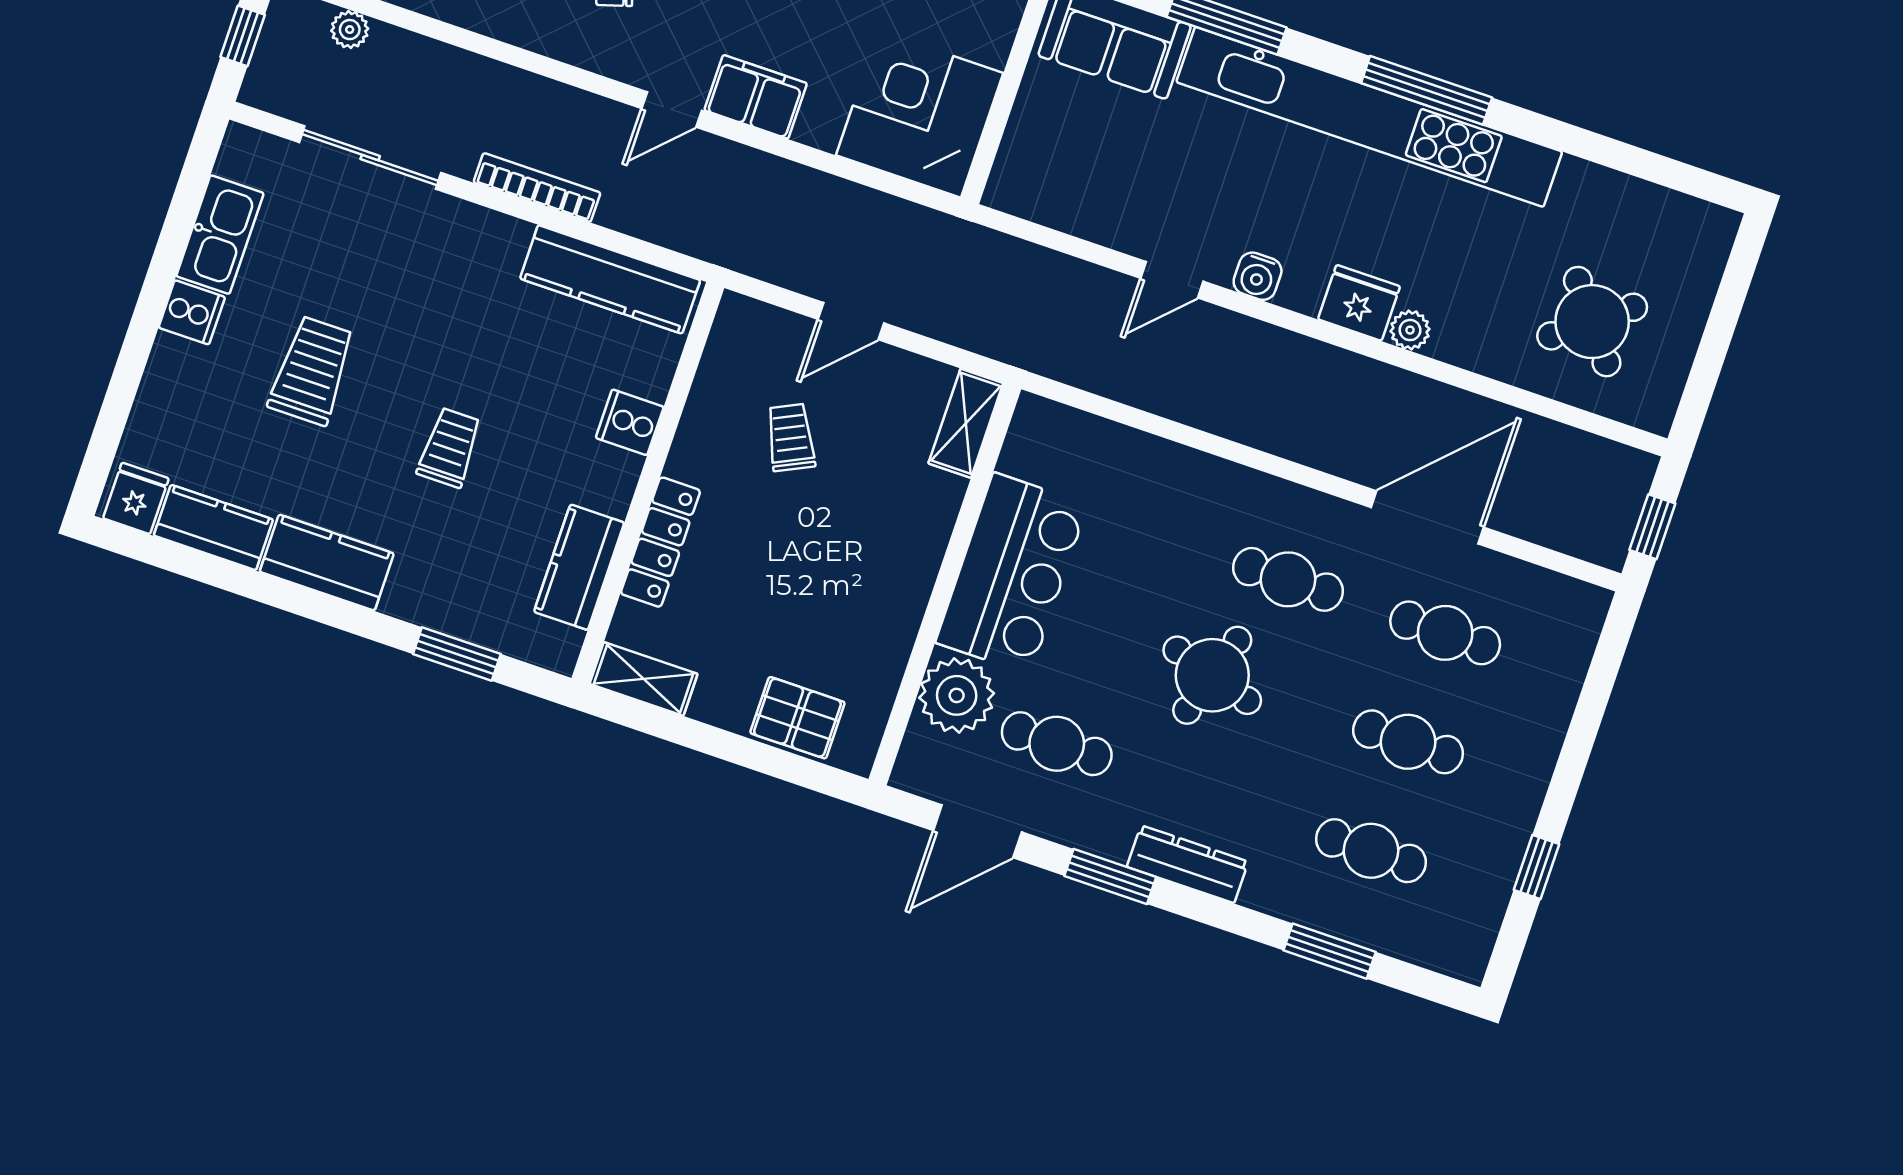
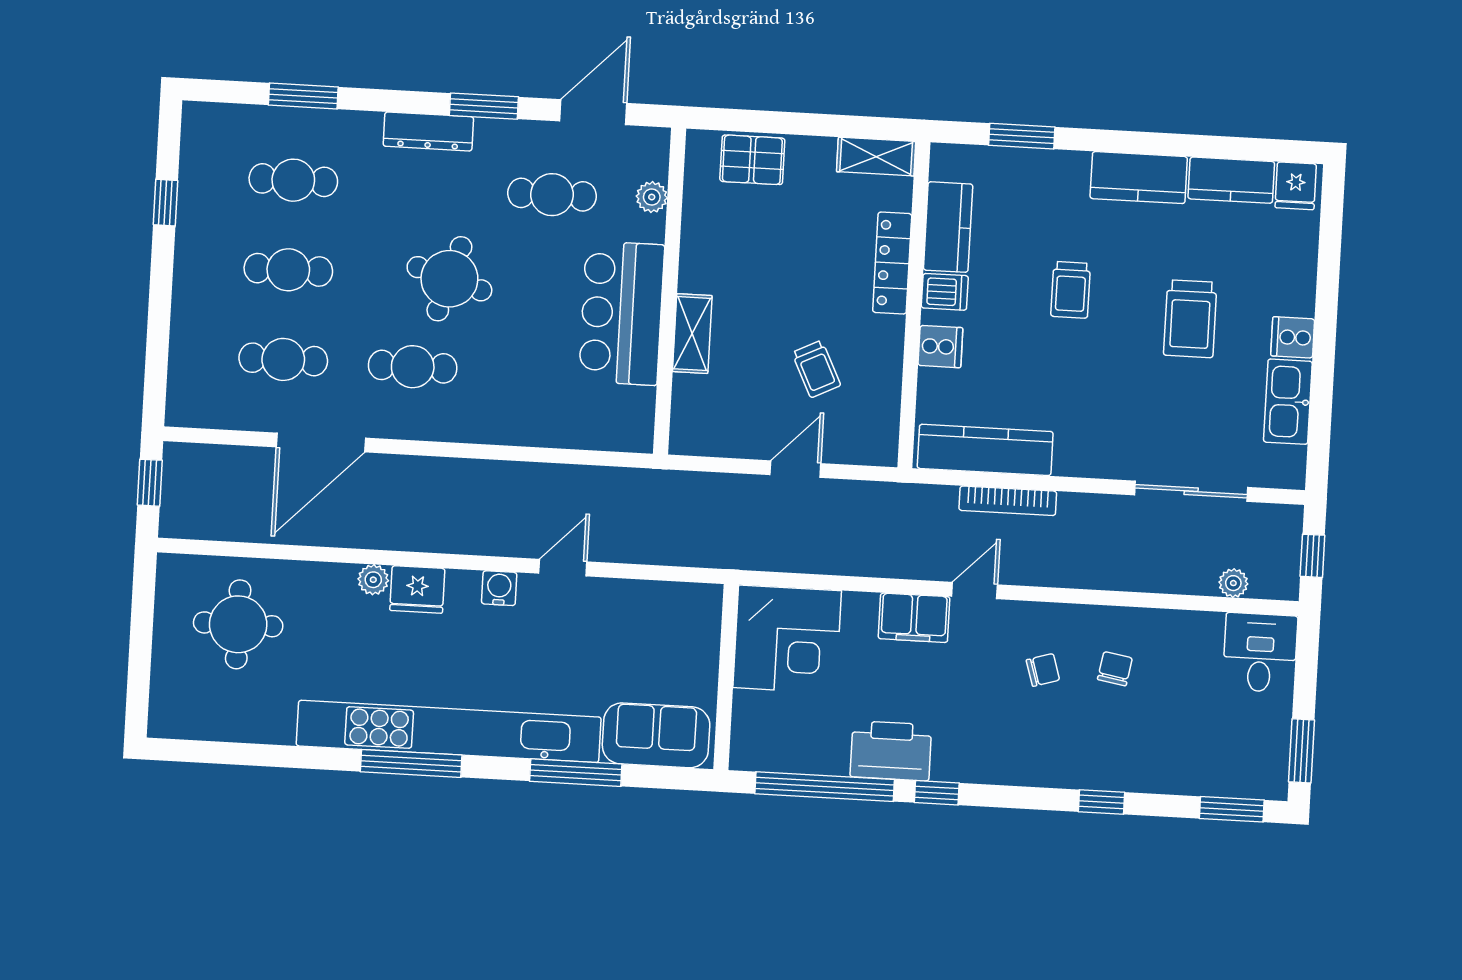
bookcase: (537, 187) -> (1008, 501), moved
round table: (1592, 322) -> (238, 624), turned 38
shelving: (966, 423) -> (692, 334), moved
dishwasher: (605, 488) -> (945, 292), added
plant: (957, 695) -> (652, 197), width x0.53, depth x0.53

